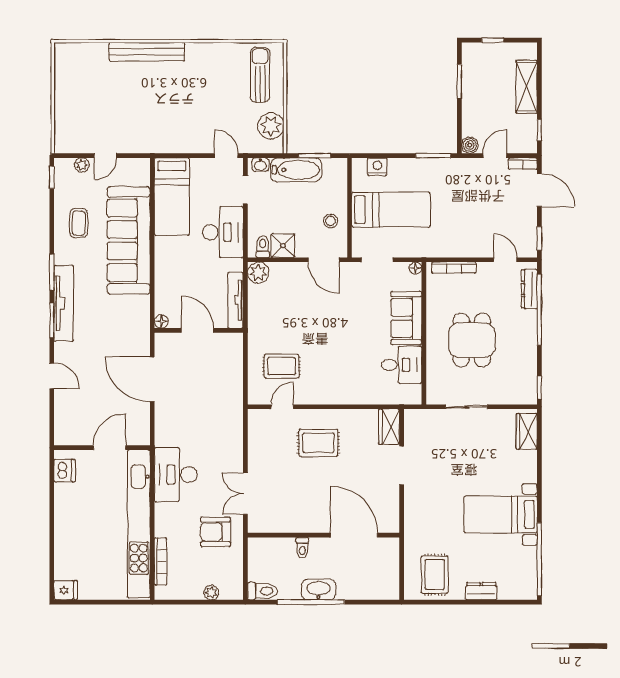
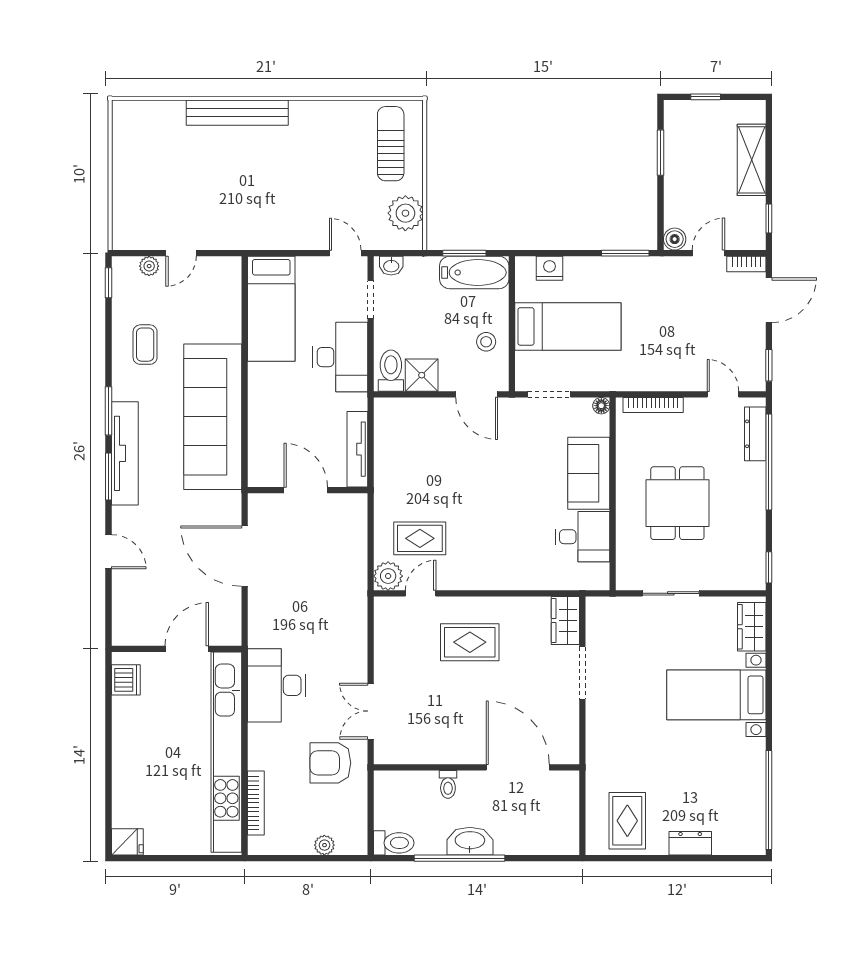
bathtub: (296, 170) -> (474, 272), moved
door: (539, 190) -> (769, 300), hinge flipped
sofa: (129, 240) -> (213, 417), moved
toilet: (263, 246) -> (391, 371), width x1.37, depth x1.39
plant: (258, 273) -> (388, 576), moved
floor lamp: (161, 321) -> (257, 478), removed
bed with nightstands: (501, 514) -> (716, 695), moved

